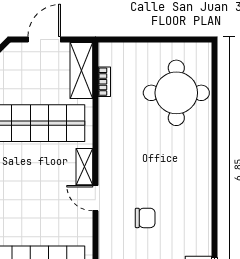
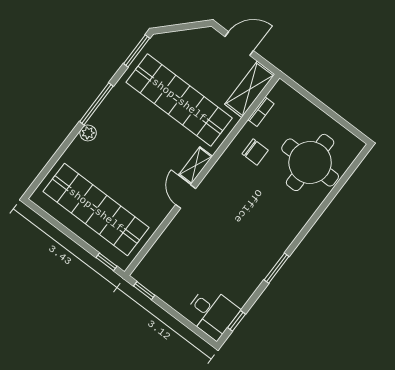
window: (214, 200) -> (277, 268), added
chair: (145, 218) -> (255, 152), moved

